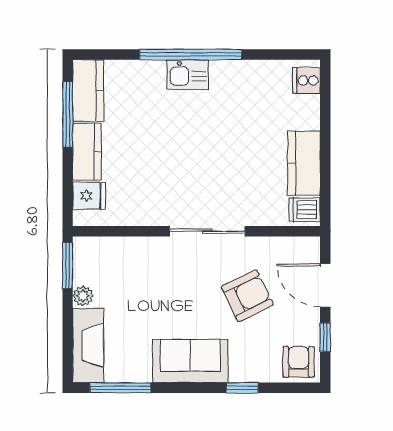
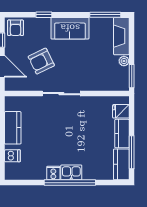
cooker: (306, 81) -> (53, 173), moved, turned -90
dishwasher: (305, 210) -> (12, 156), moved

